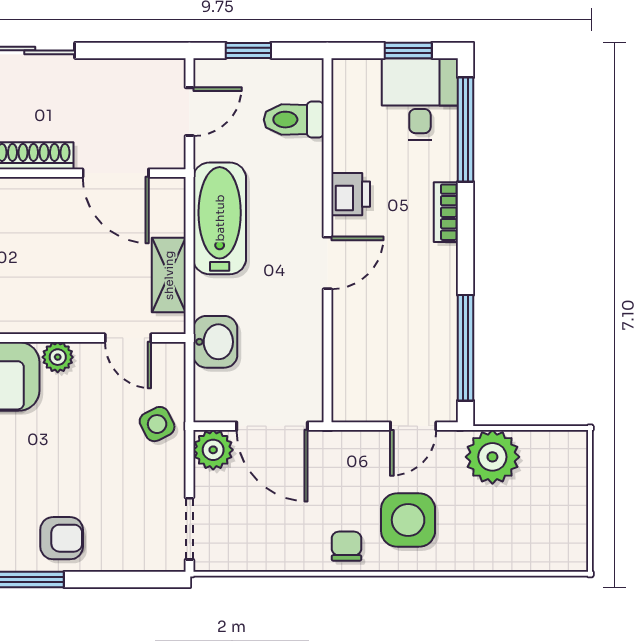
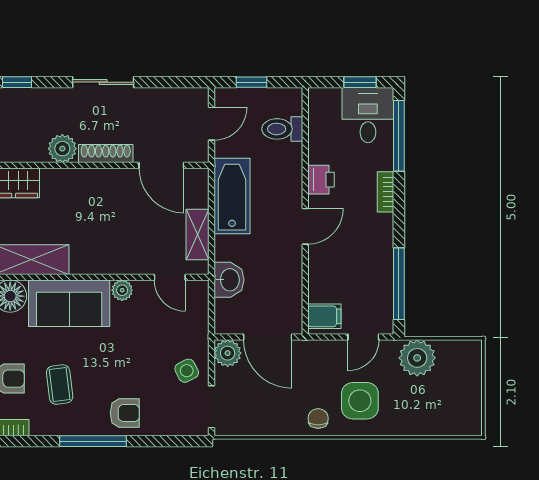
filing cabinet: (356, 396) -> (324, 316), added
side table: (157, 424) -> (187, 371), moved

